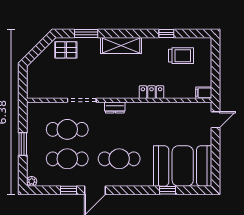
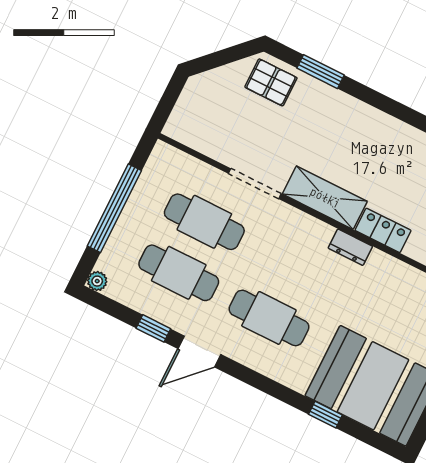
shelving: (121, 46) -> (325, 198), moved
dresser: (115, 107) -> (350, 247), moved
window: (23, 144) -> (114, 208), width x2.11

